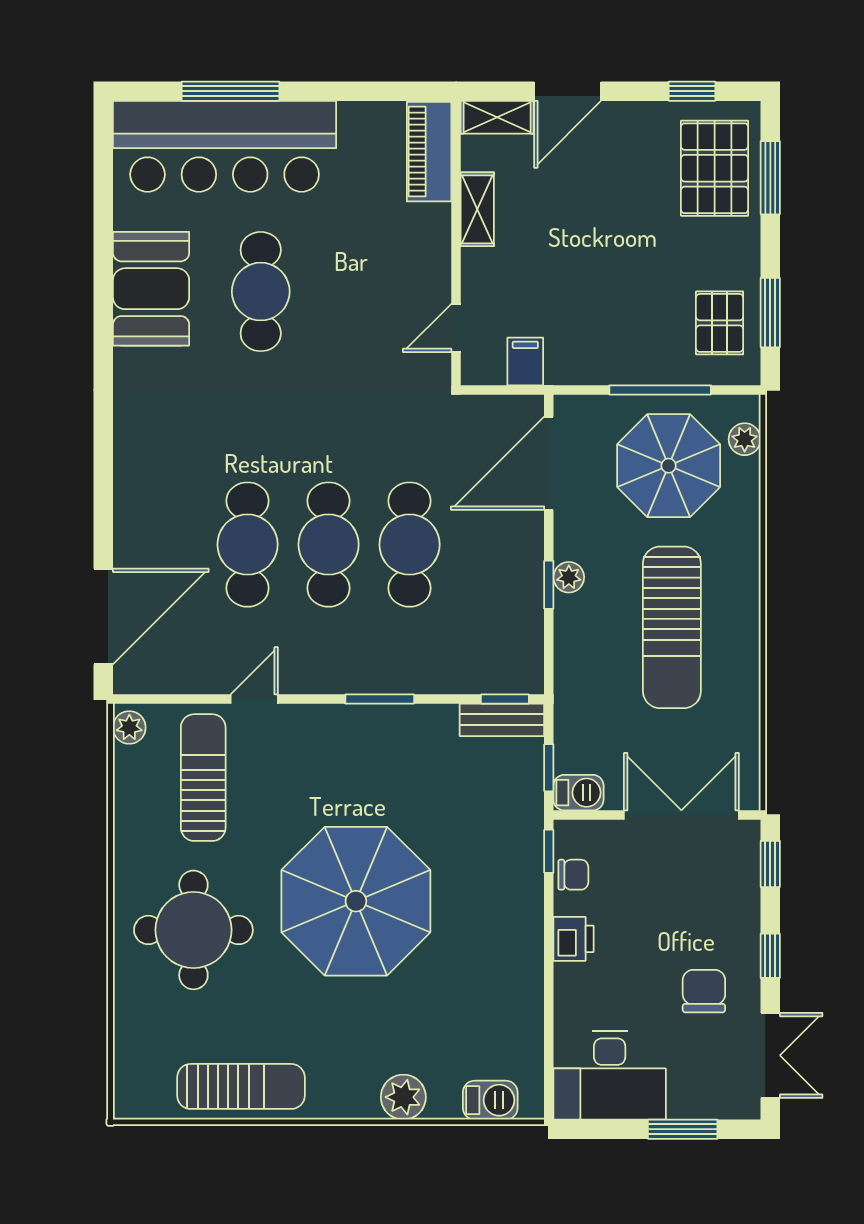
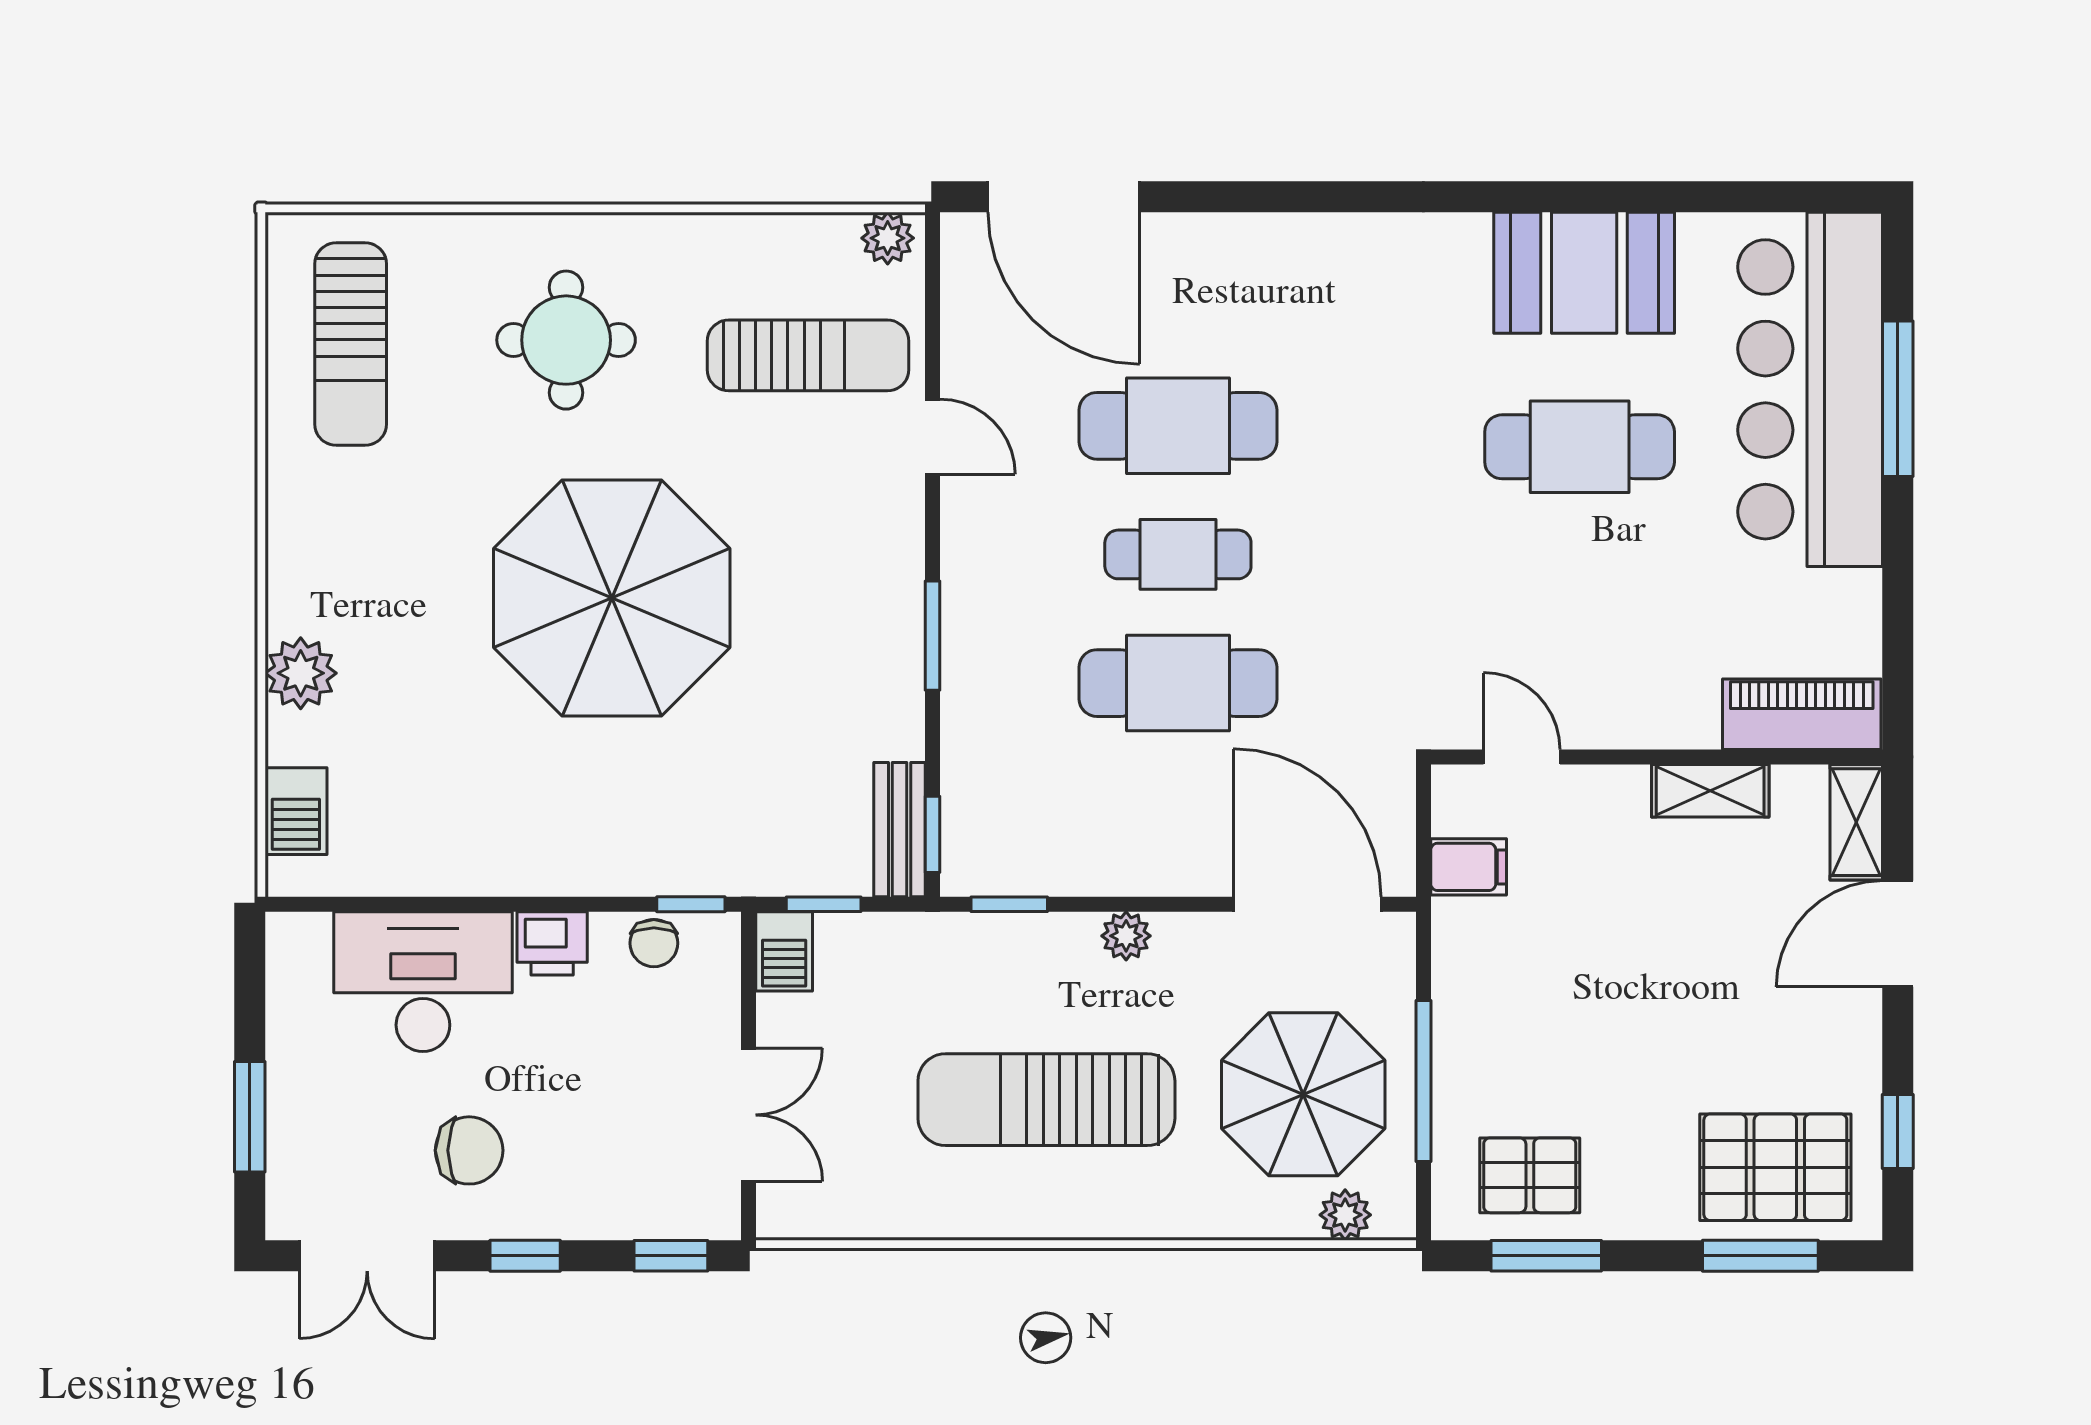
door: (568, 91) -> (1898, 934), hinge flipped
cafe table: (329, 545) -> (1178, 554), width x0.73, depth x0.74
window: (549, 585) -> (1009, 904), moved
double door: (681, 815) -> (749, 1115), width x0.73
round table: (193, 930) -> (566, 340), width x0.73, depth x0.73
desk: (610, 1075) -> (423, 982), moved, turned 90
sun lounger: (241, 1086) -> (351, 344), moved

